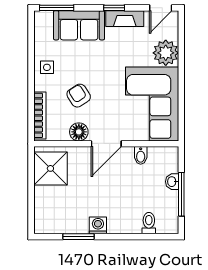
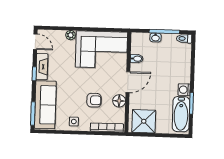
sofa: (79, 25) -> (45, 105), width x1.36
plant: (166, 53) -> (71, 35), width x0.53, depth x0.53
armchair: (79, 96) -> (94, 100), turned -147
door: (106, 144) -> (128, 82), hinge flipped
bathtub: (63, 222) -> (181, 114), added
toilet: (149, 223) -> (184, 39), moved

